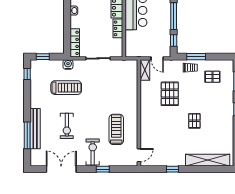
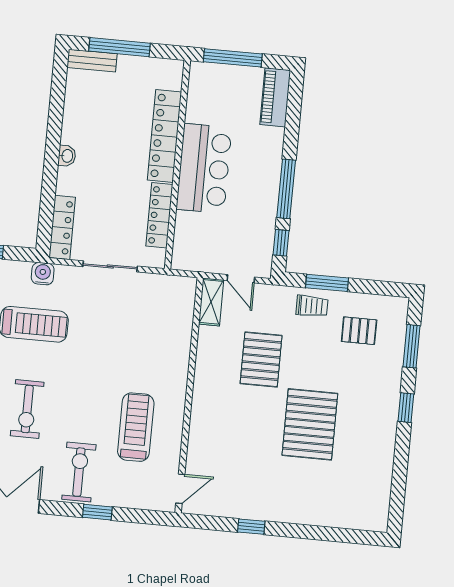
locker: (118, 28) -> (159, 215), width x1.53
pallet: (194, 121) -> (310, 424), width x2.05, depth x2.00
shelving: (208, 160) -> (331, 514), removed

